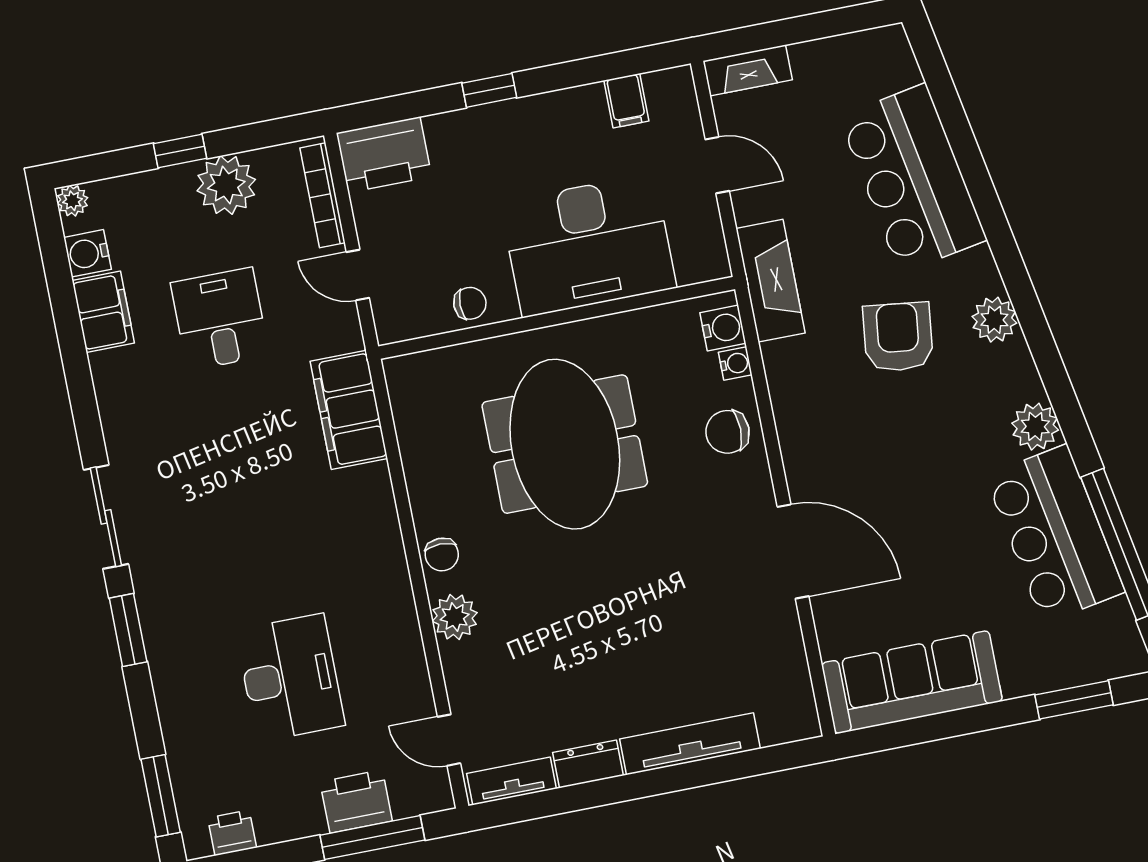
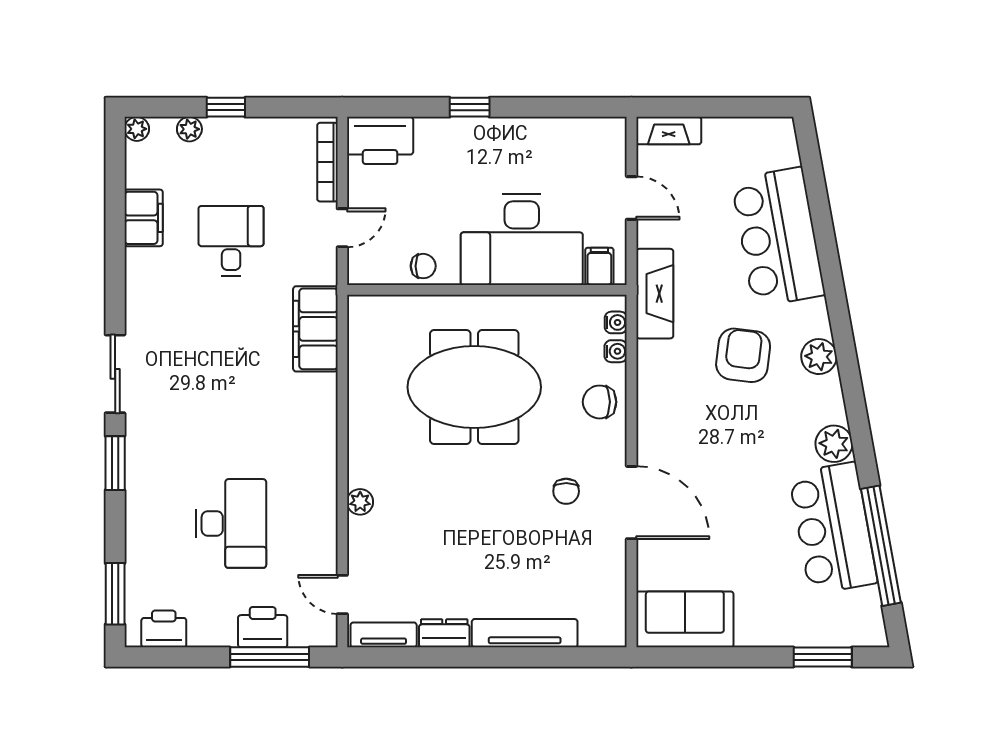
filing cabinet: (626, 101) -> (599, 266), moved, turned 180
plant: (226, 185) -> (189, 129), moved, width x0.53, depth x0.53
water cooler: (87, 253) -> (140, 171), removed
door: (358, 275) -> (342, 228), swing flipped
water cooler: (723, 328) -> (616, 322), width x0.72, depth x0.72
meeting table: (565, 444) -> (474, 387), turned 90
chair: (442, 554) -> (566, 491), moved
plant: (455, 617) -> (360, 502), width x0.73, depth x0.73
sofa: (912, 682) -> (685, 619), width x0.73
printer: (232, 833) -> (164, 629), width x1.36, depth x1.24

